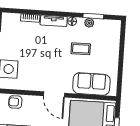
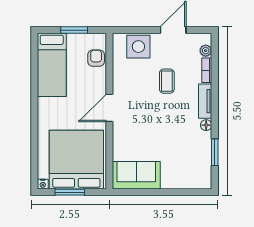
plant: (89, 23) -> (206, 51), moved
coffee table: (81, 49) -> (167, 81), moved
sofa: (91, 84) -> (136, 175), moved, turned -90

